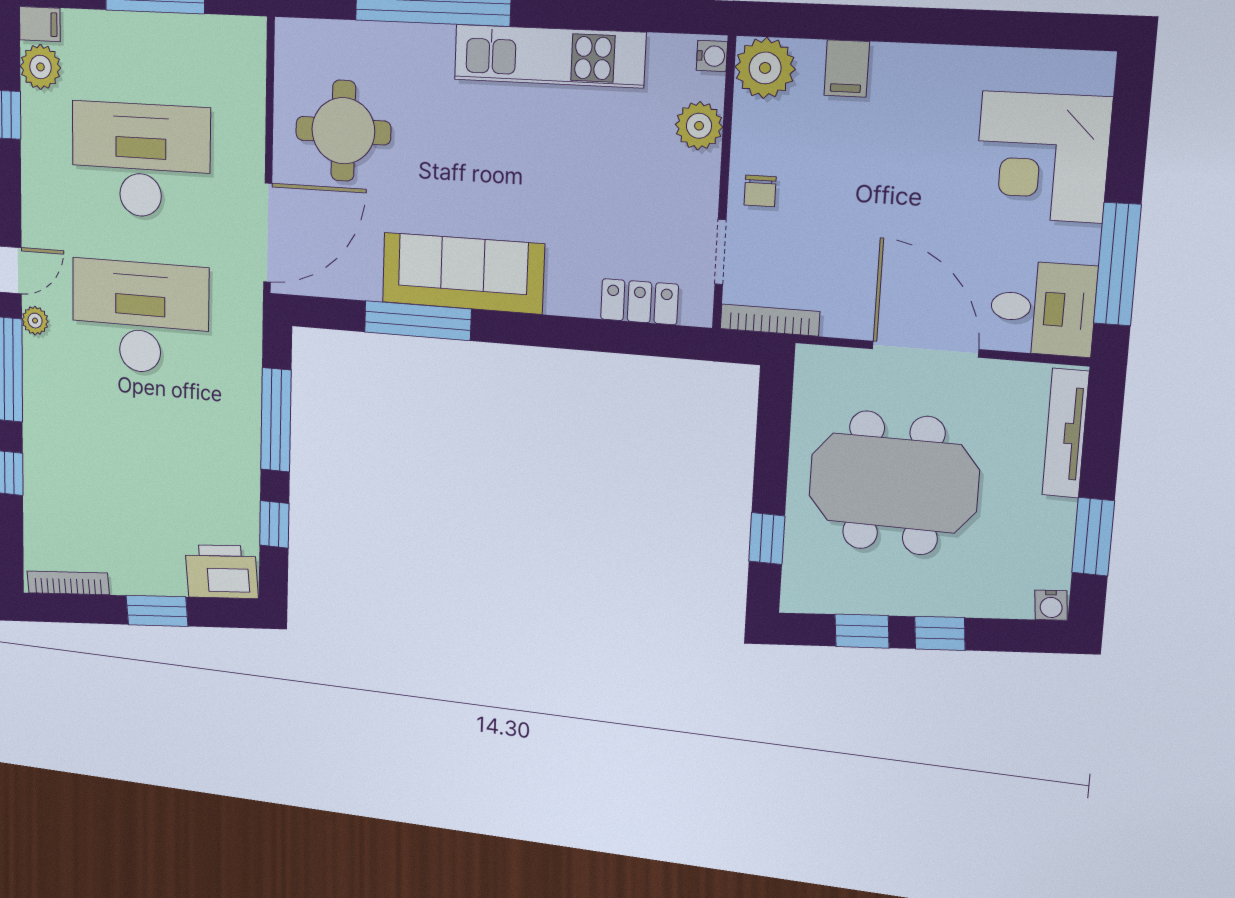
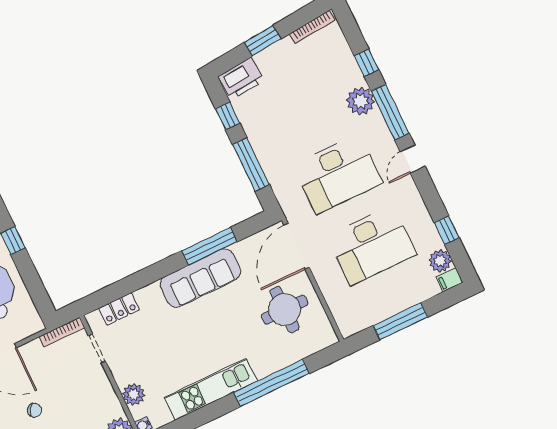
chair: (760, 191) -> (35, 410), moved, turned 123
plant: (35, 321) -> (361, 101), moved, width x1.88, depth x1.88

